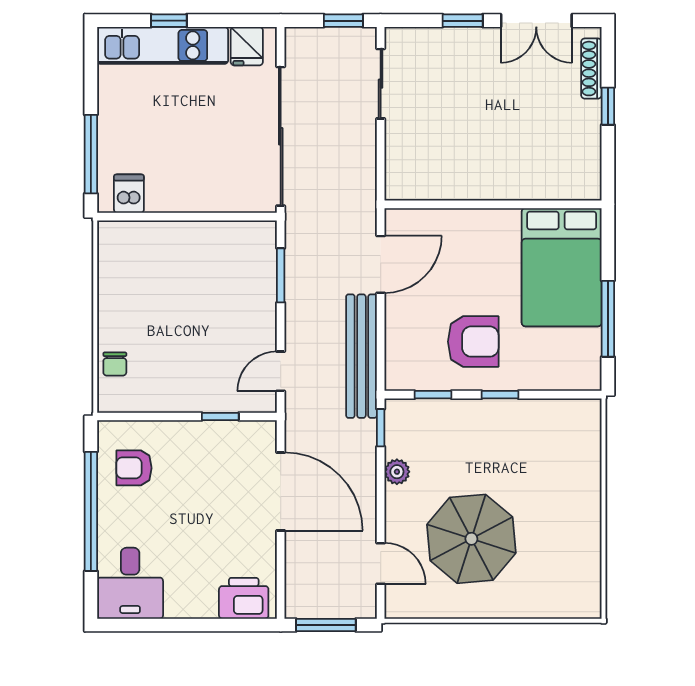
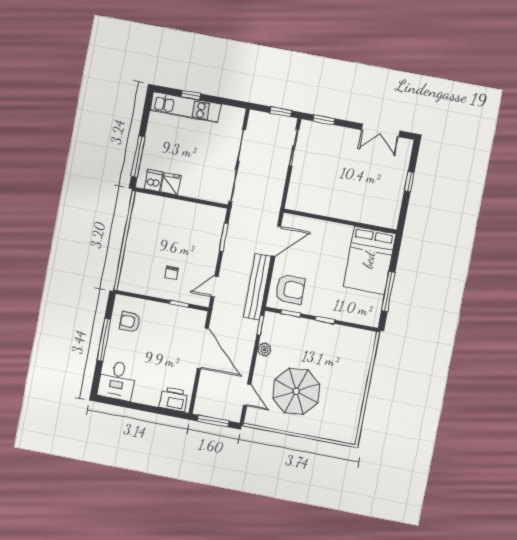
window: (463, 21) -> (324, 120), moved
fridge: (247, 46) -> (171, 184), moved, turned 180
shoe rack: (591, 69) -> (404, 160), removed
armchair: (473, 342) -> (290, 289), moved
chair: (115, 364) -> (172, 273), moved
window: (91, 511) -> (104, 340), width x0.68

